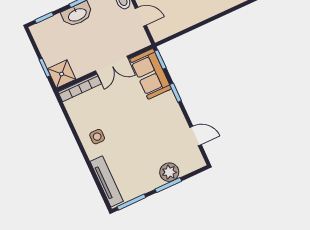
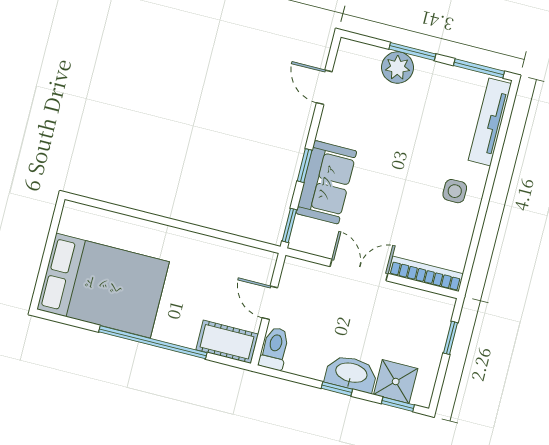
shower: (62, 74) -> (396, 381), moved
sofa: (151, 74) -> (326, 182), moved

